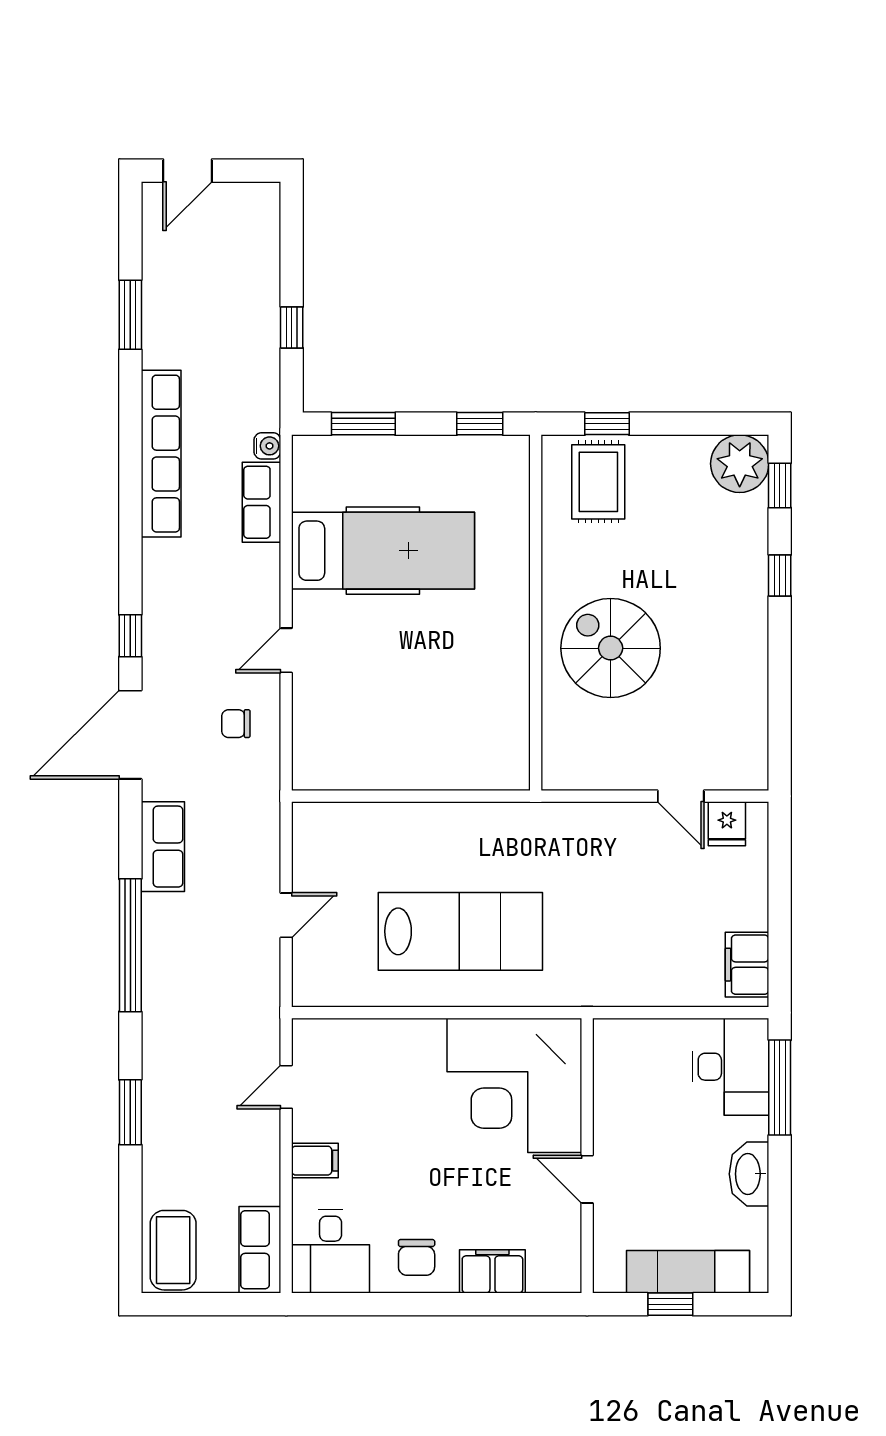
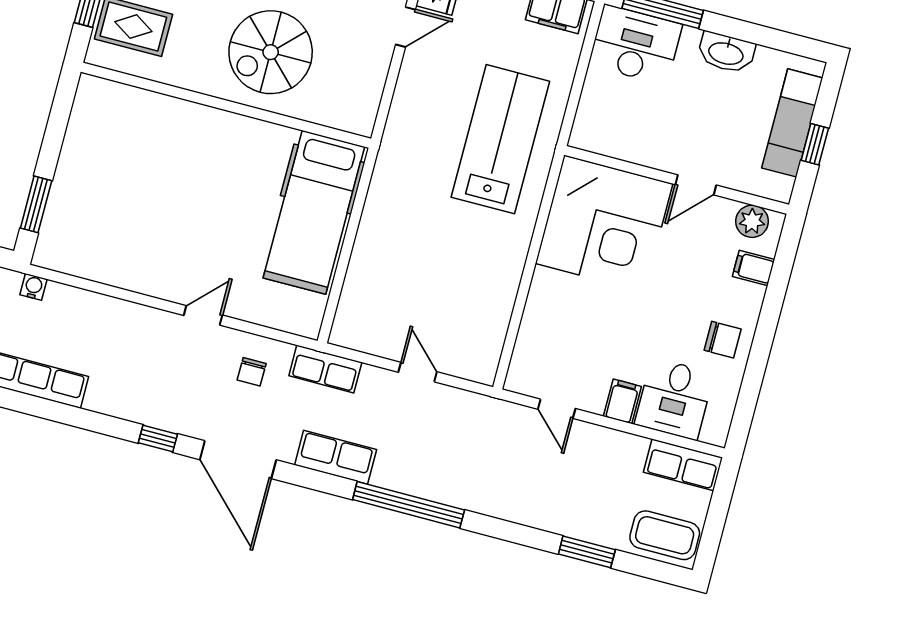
window: (480, 424) -> (61, 110), removed
row of seats: (262, 502) -> (325, 369), moved
hospital bed: (383, 551) -> (314, 212), moved, turned 180
door: (286, 650) -> (203, 315), swing flipped
lab bench: (460, 931) -> (500, 139), moved
window: (130, 1112) -> (587, 552), moved
desk: (331, 1251) -> (674, 399), moved, turned 90
plant: (562, 1255) -> (752, 221), added
filing cabinet: (492, 1271) -> (754, 268), width x0.50

